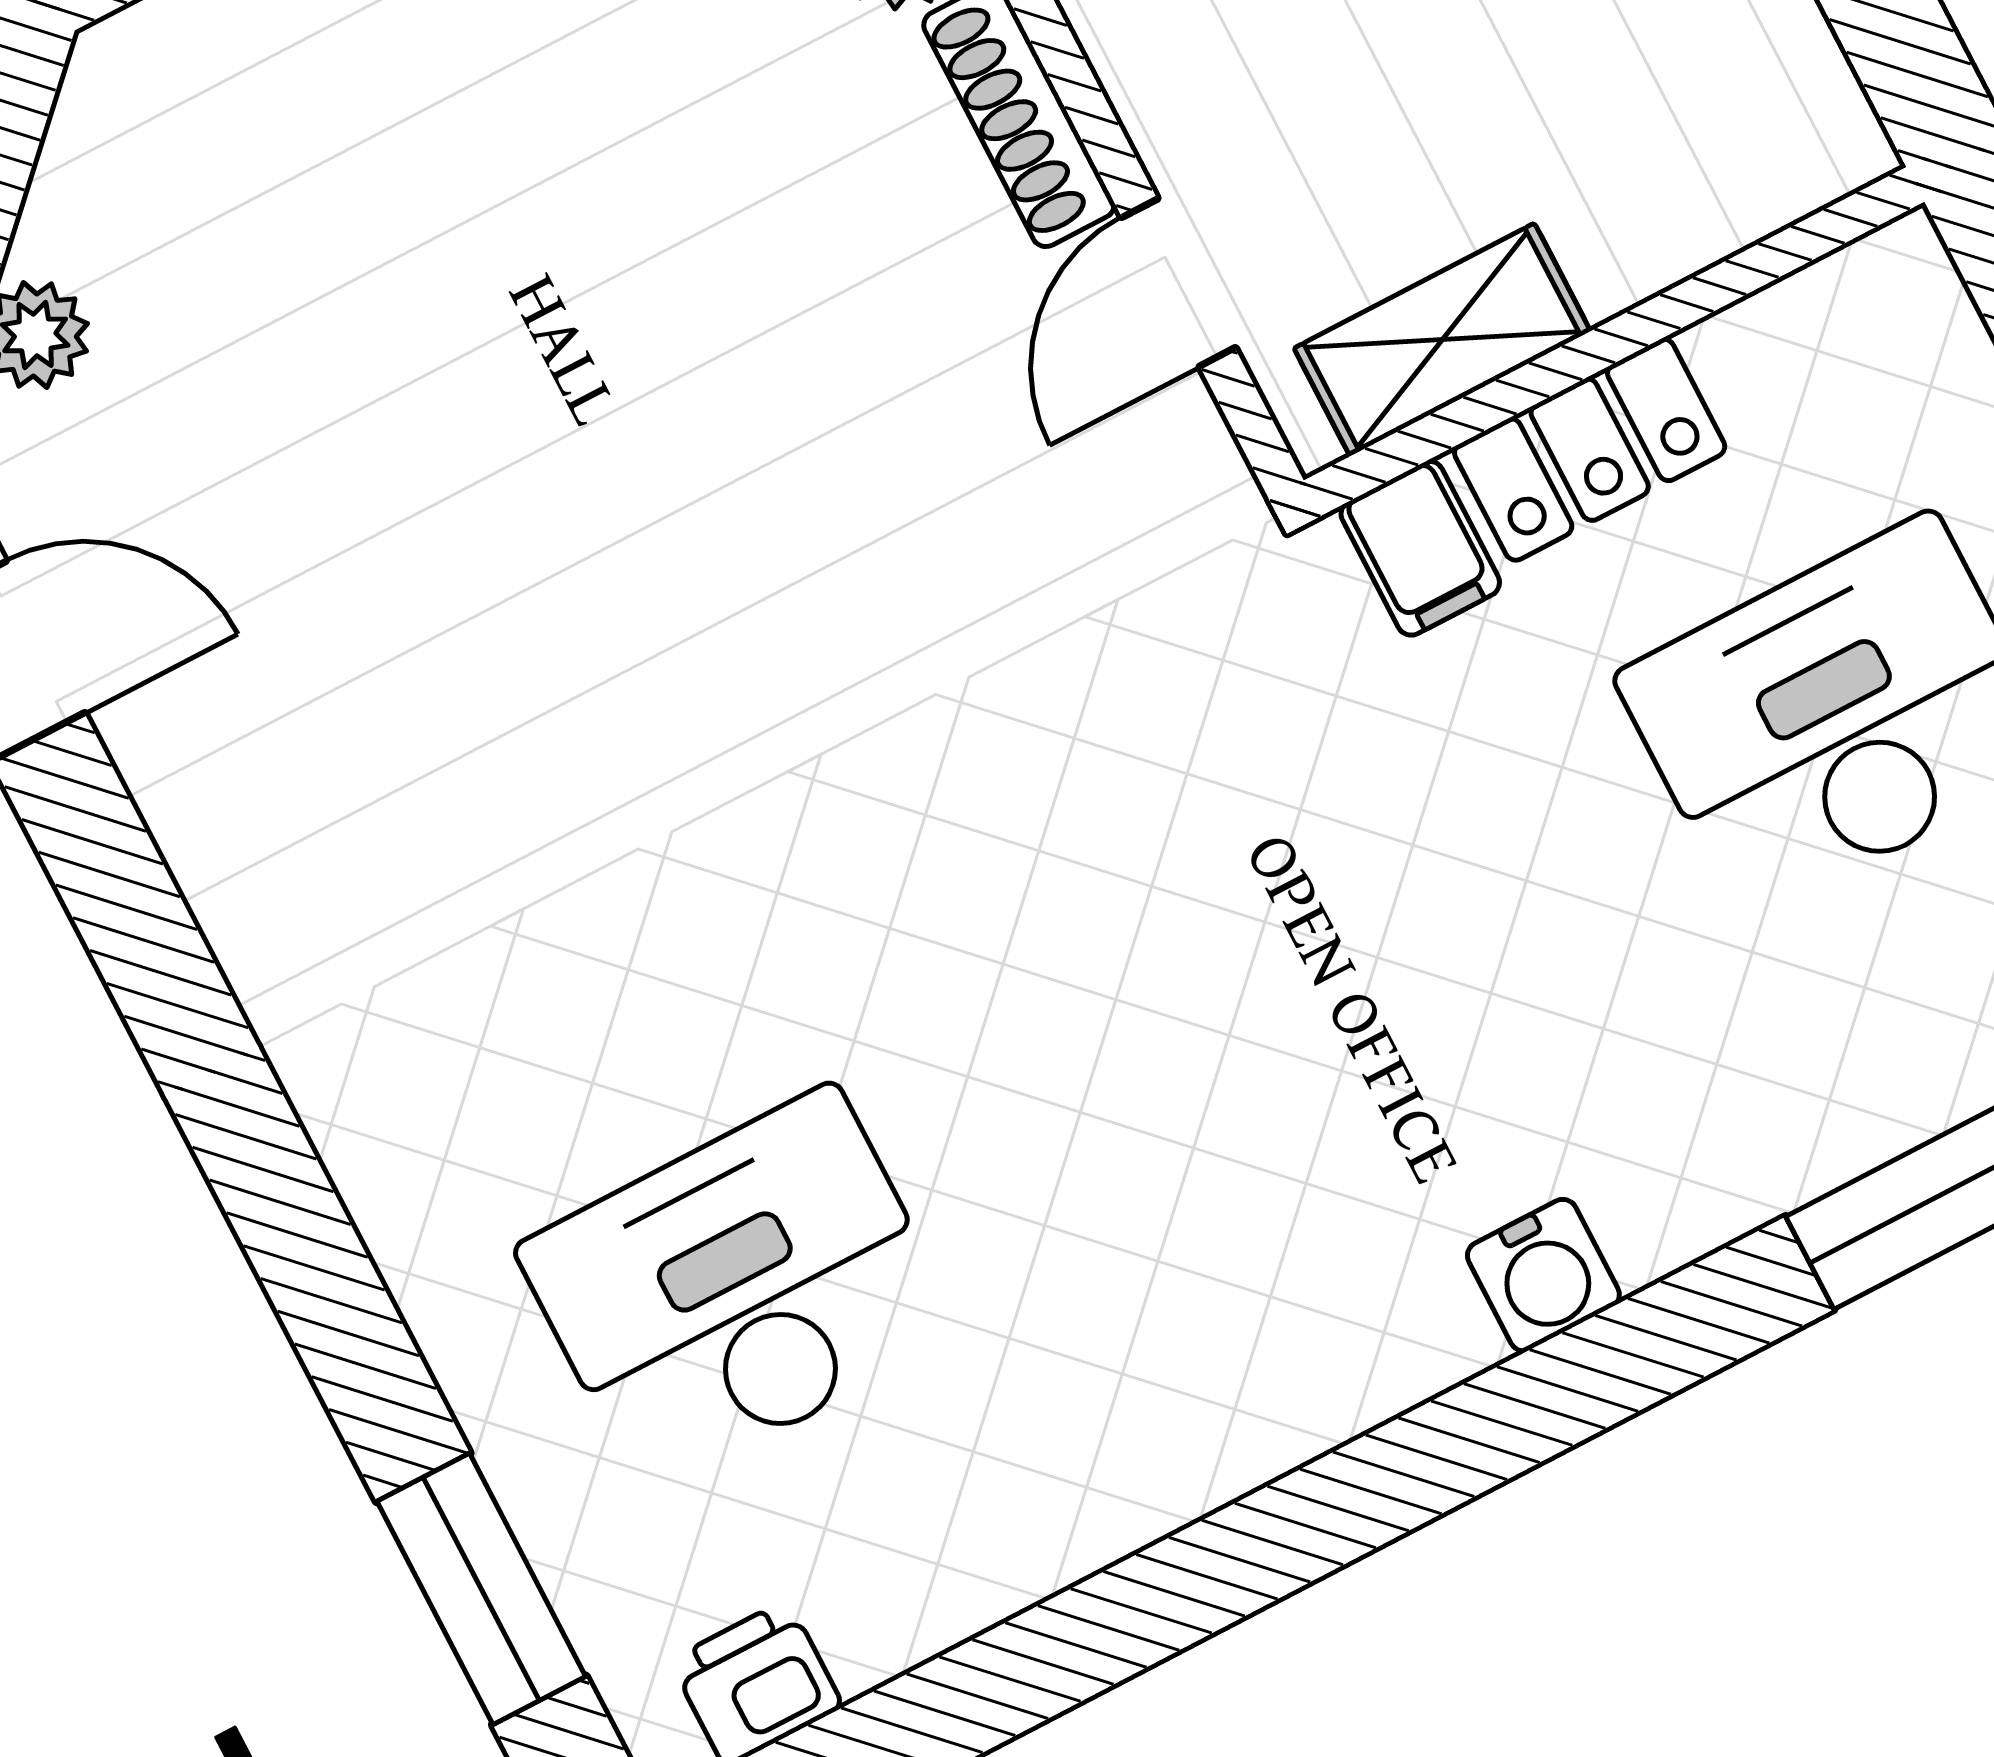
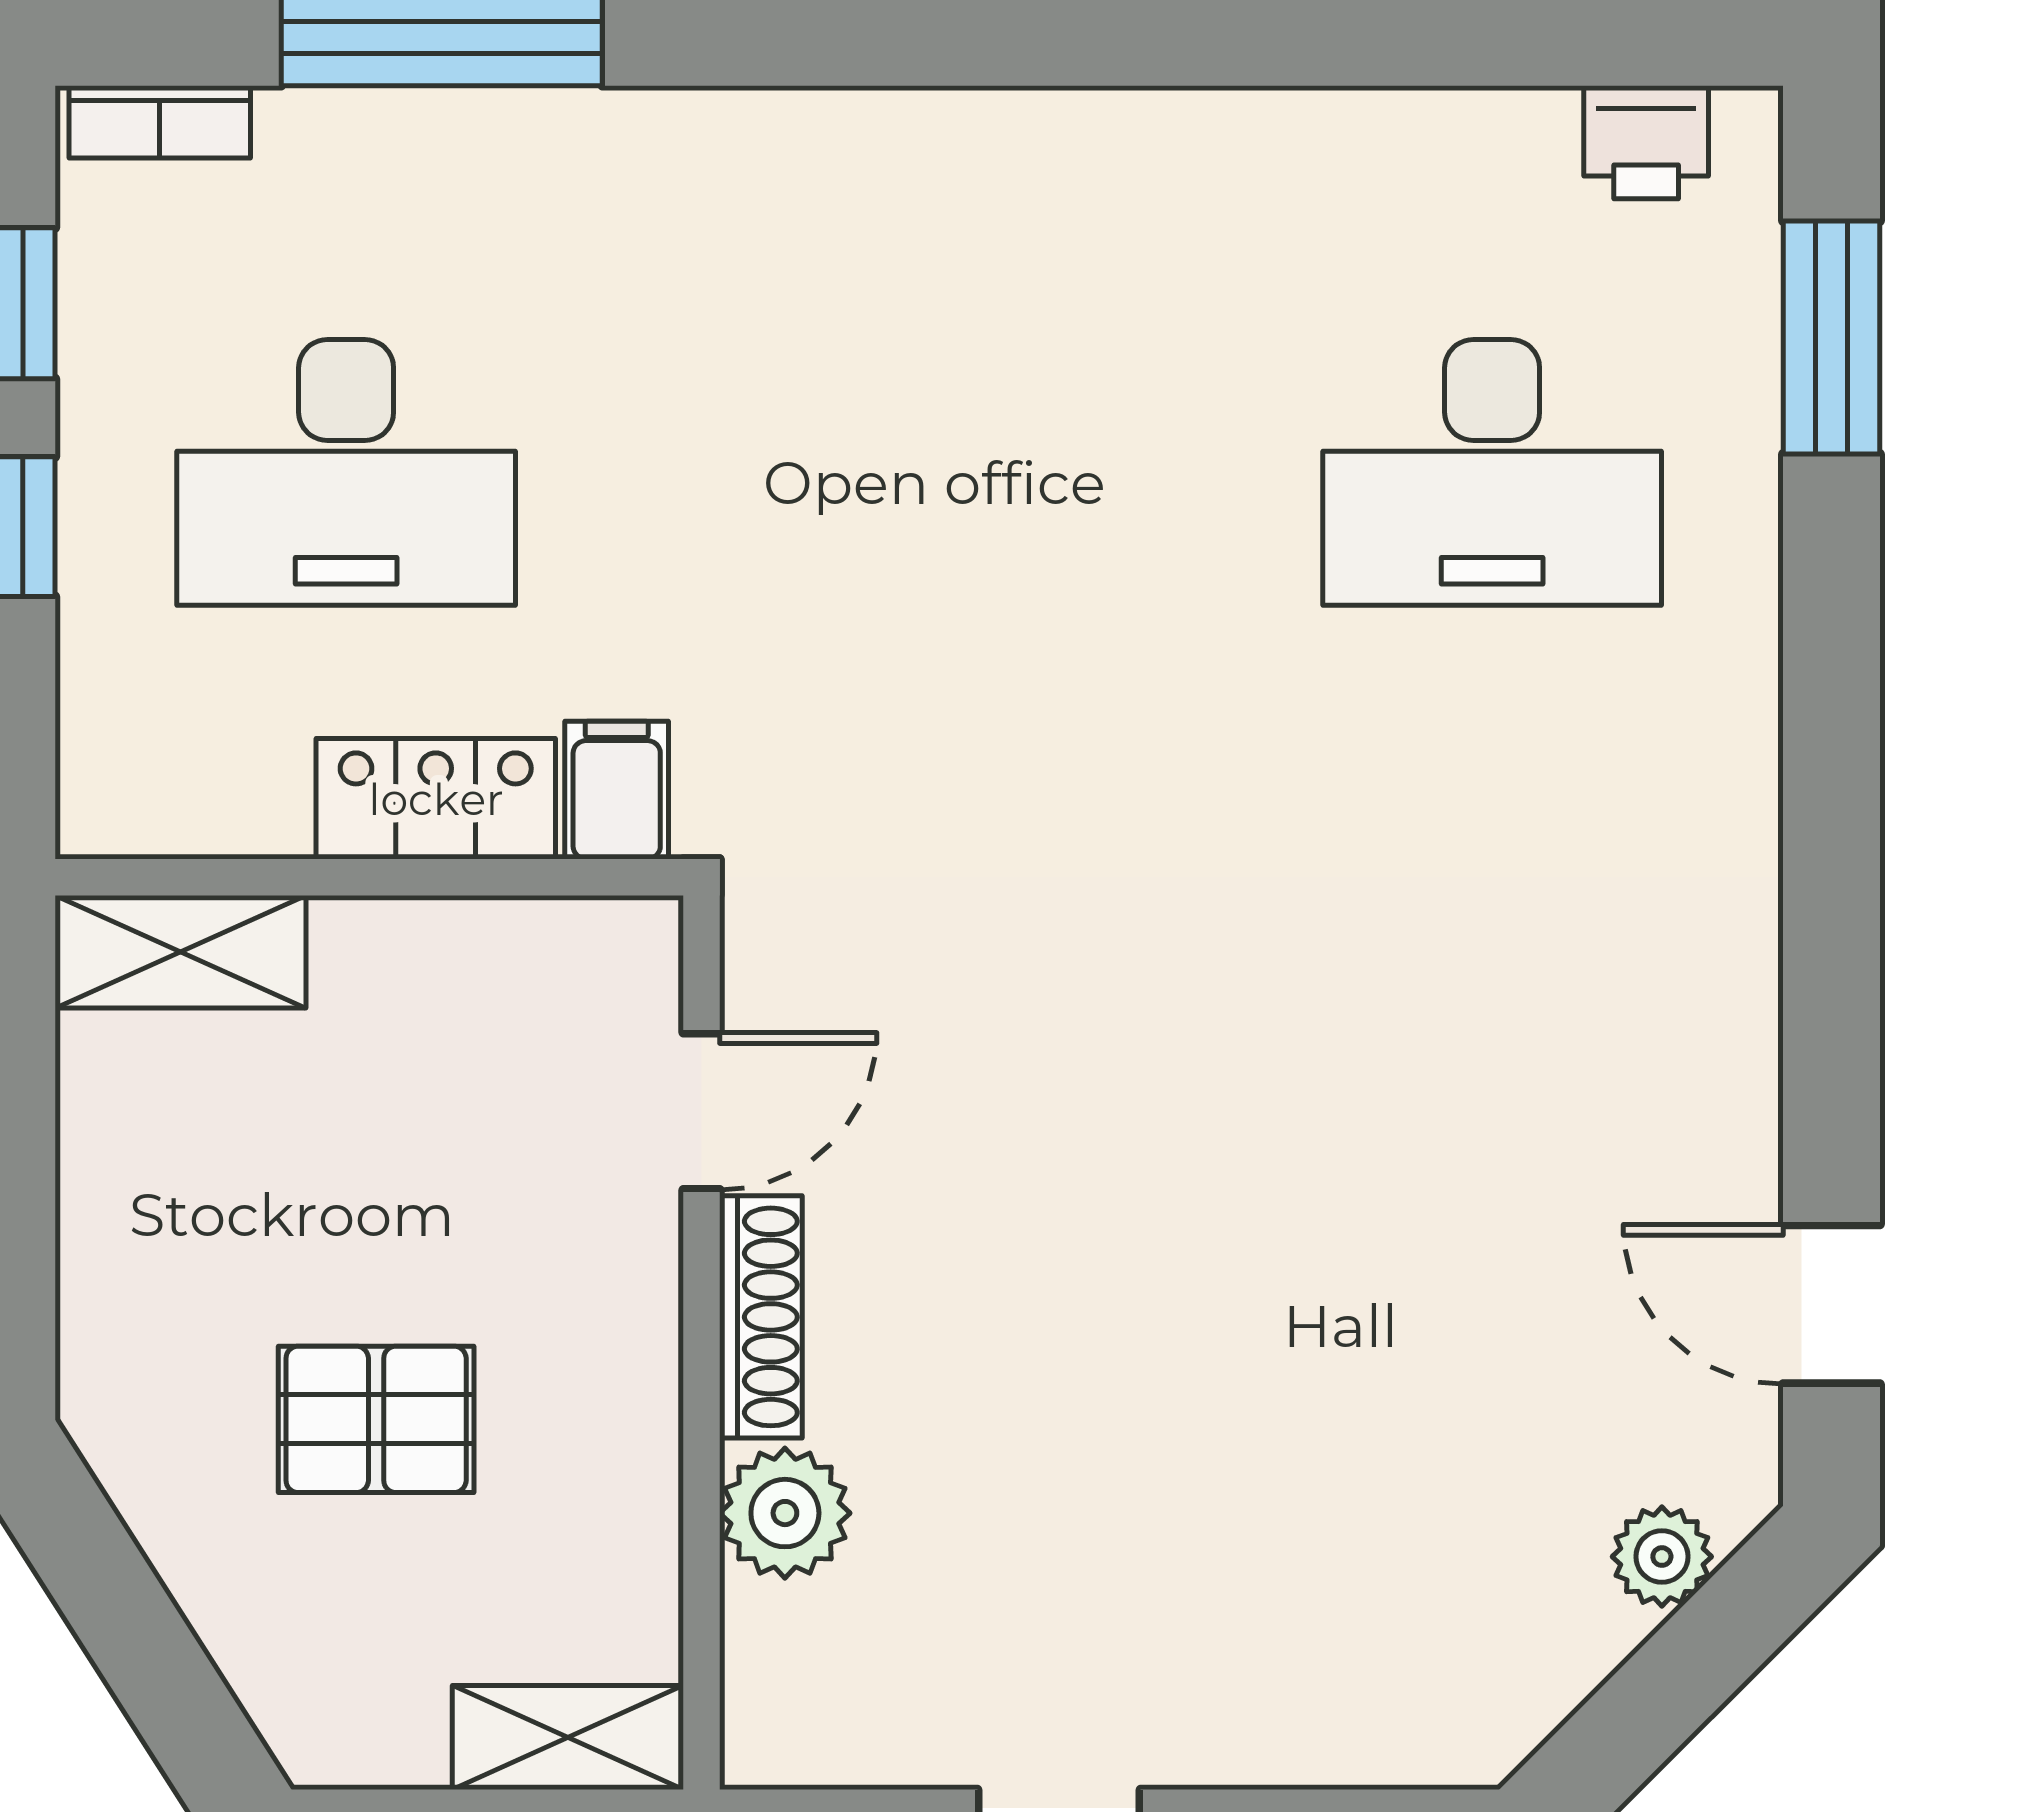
shelving: (1442, 340) -> (181, 952), moved
water cooler: (1543, 1275) -> (826, 141), removed

